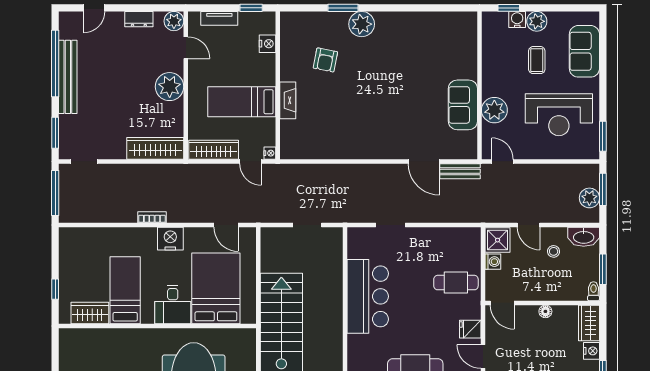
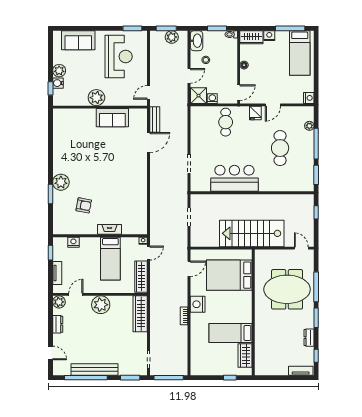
coffee table: (537, 60) -> (84, 71), removed
plant: (494, 110) -> (96, 98), moved
desk: (173, 305) -> (240, 303), removed

